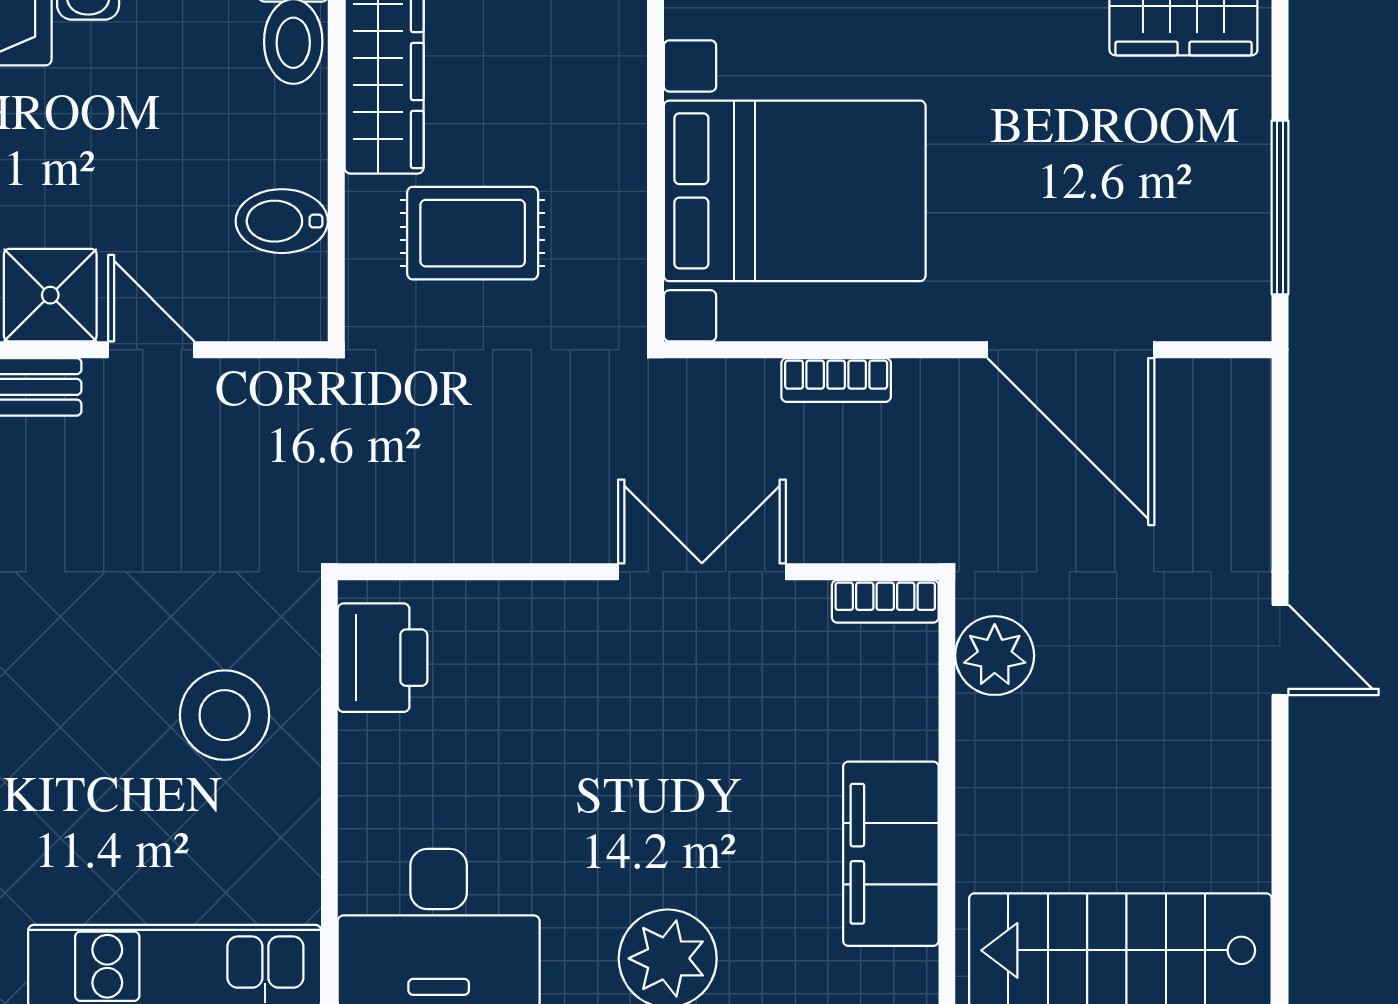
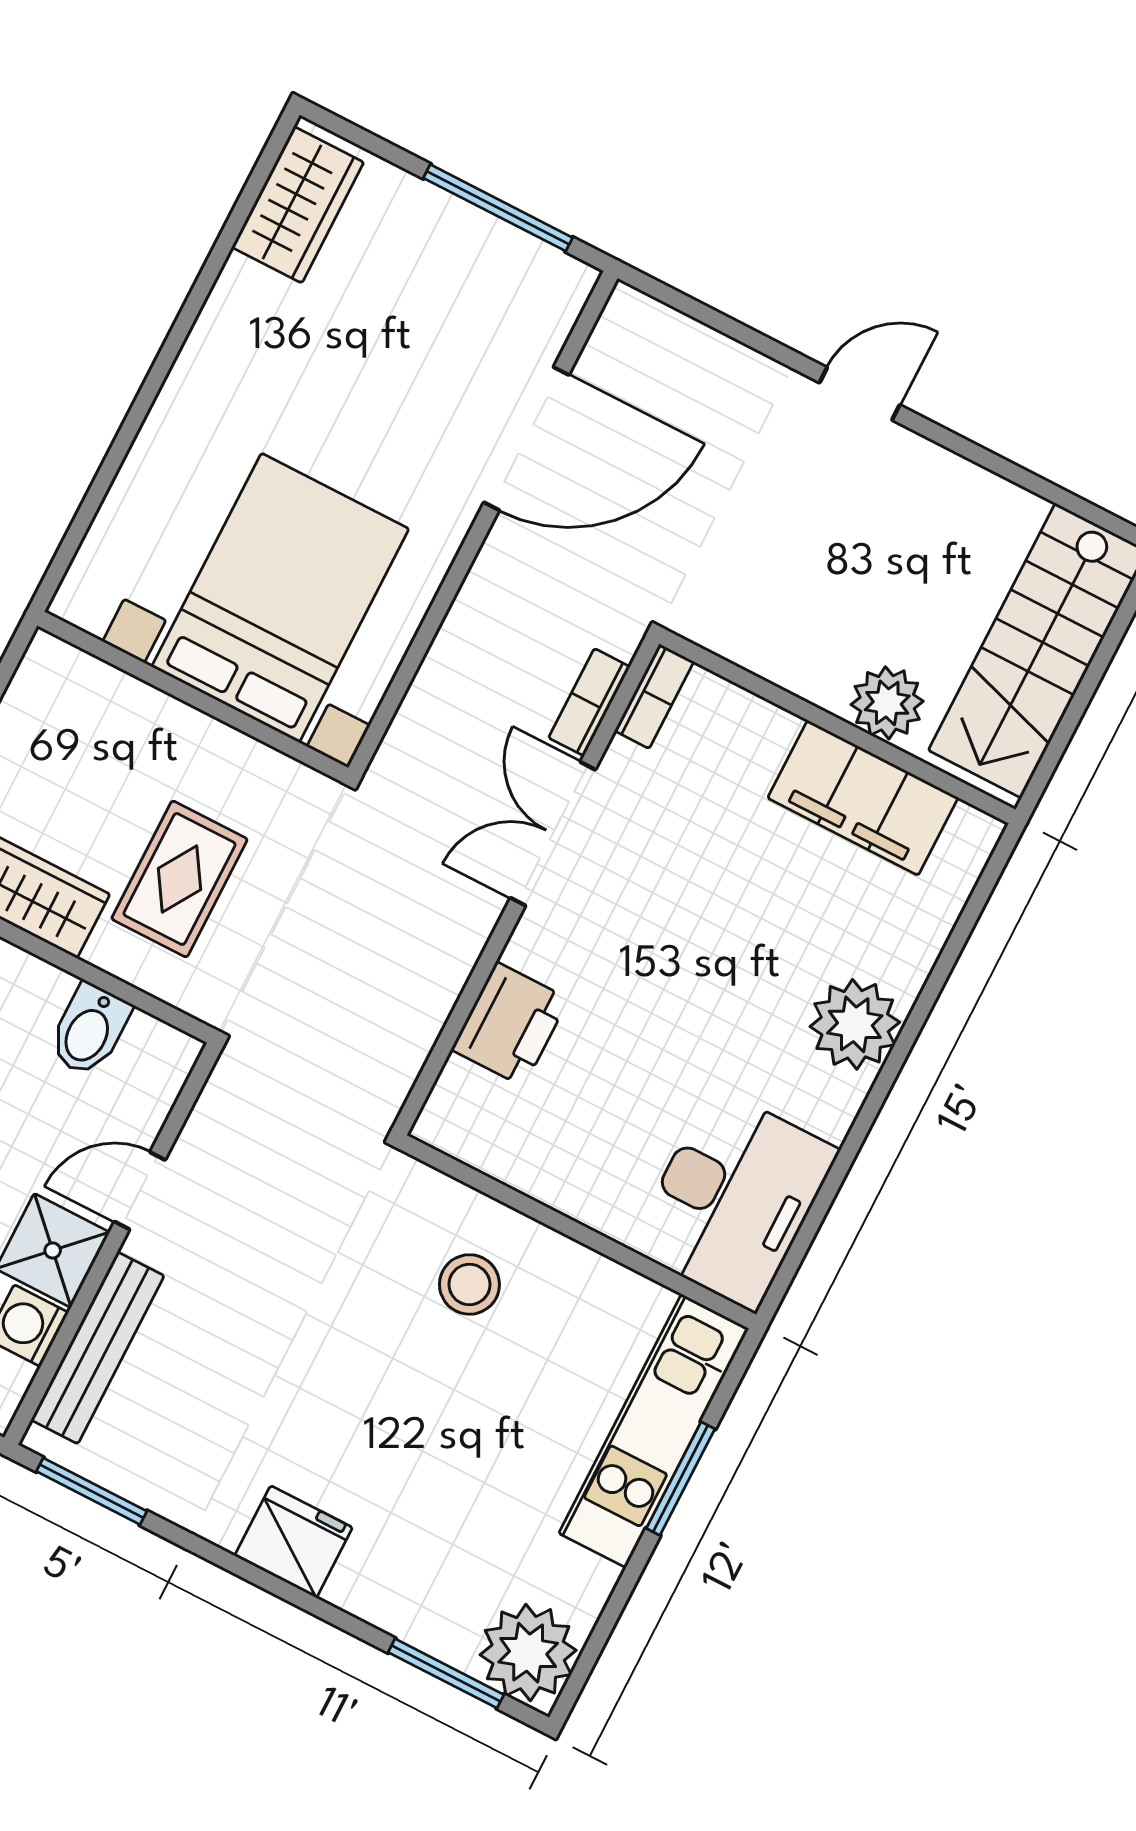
bookcase: (836, 380) -> (589, 702), moved, turned 180
plant: (995, 656) -> (887, 703), moved
printer: (383, 658) -> (510, 1024), moved, turned 90
stool: (225, 715) -> (469, 1284), width x0.73, depth x0.73

